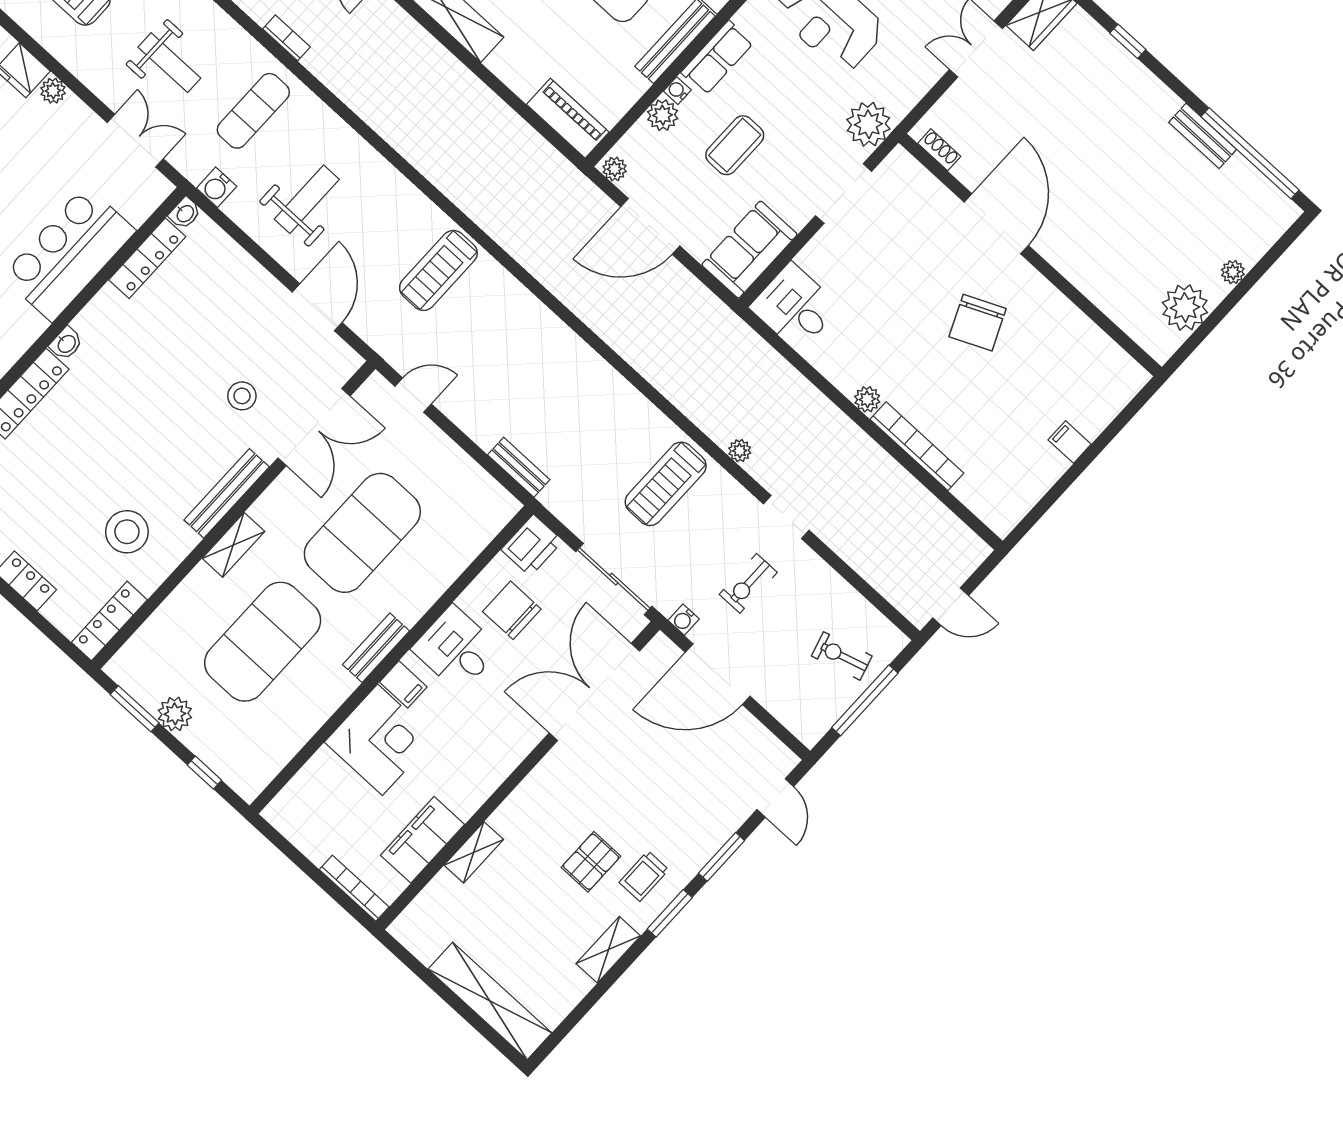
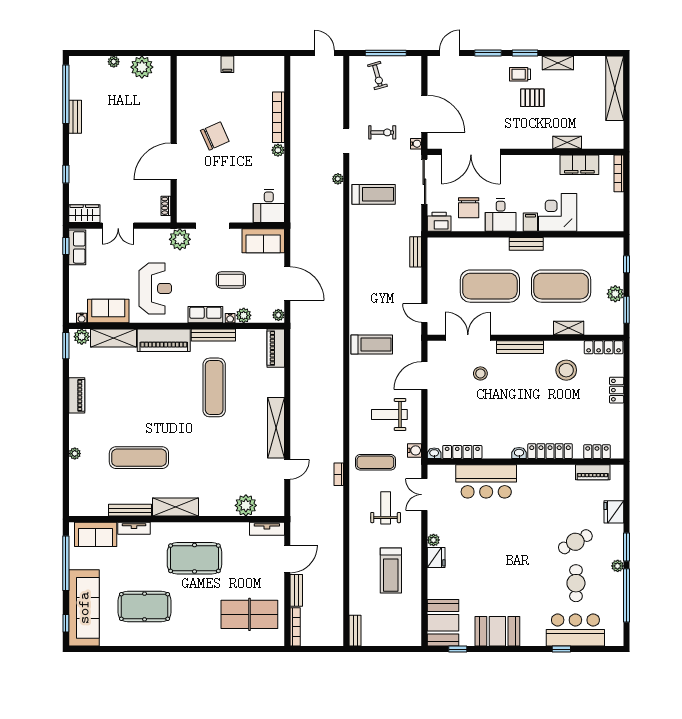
shelving: (233, 545) -> (569, 328), moved
trolley: (644, 876) -> (520, 74), turned 180

